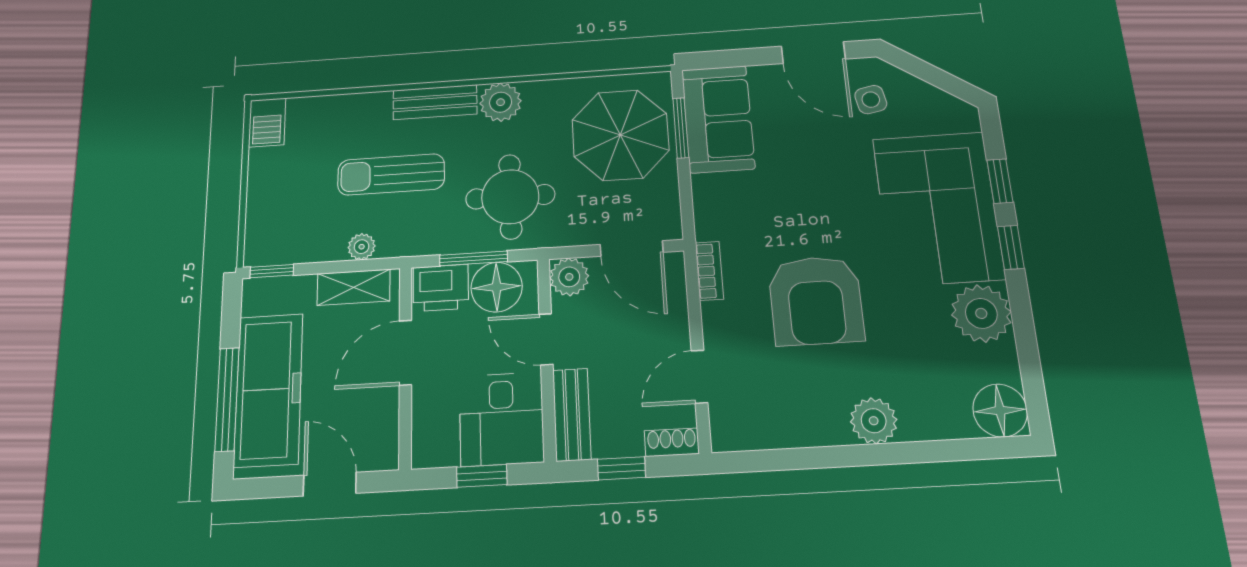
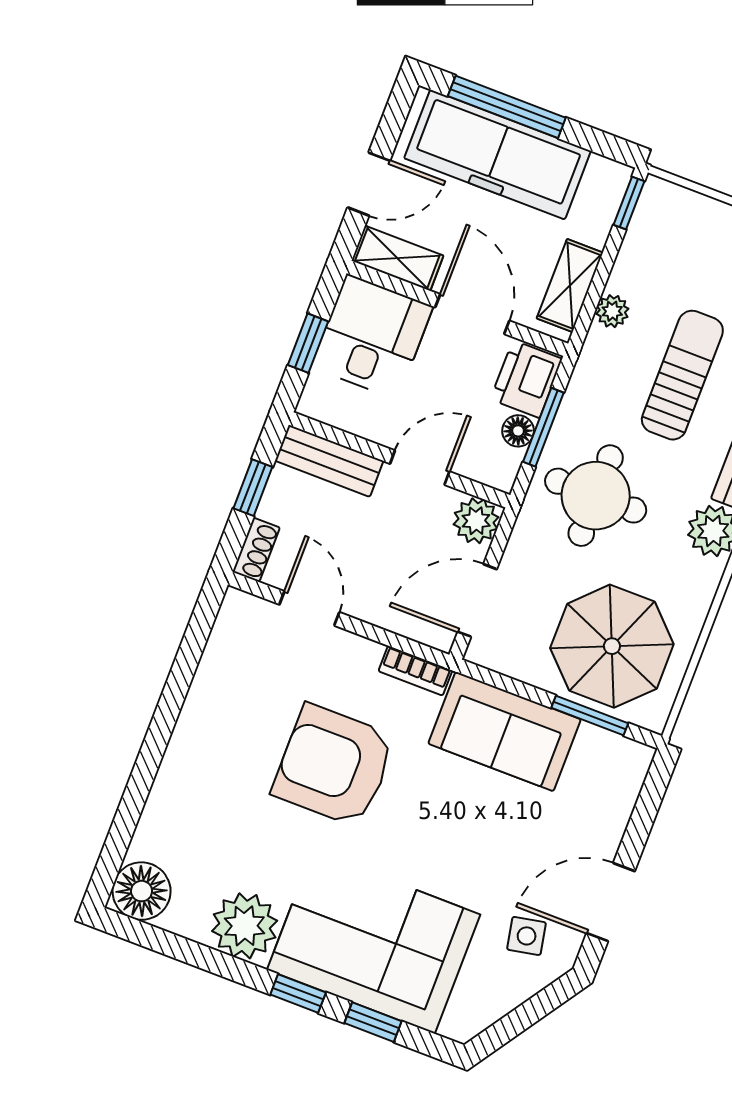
sofa: (718, 119) -> (504, 731), moved
floor lamp: (497, 287) -> (518, 431), width x0.53, depth x0.53
desk: (502, 419) -> (372, 337), moved, turned 90
plant: (874, 421) -> (187, 761), removed
shelving: (383, 433) -> (397, 258), added

